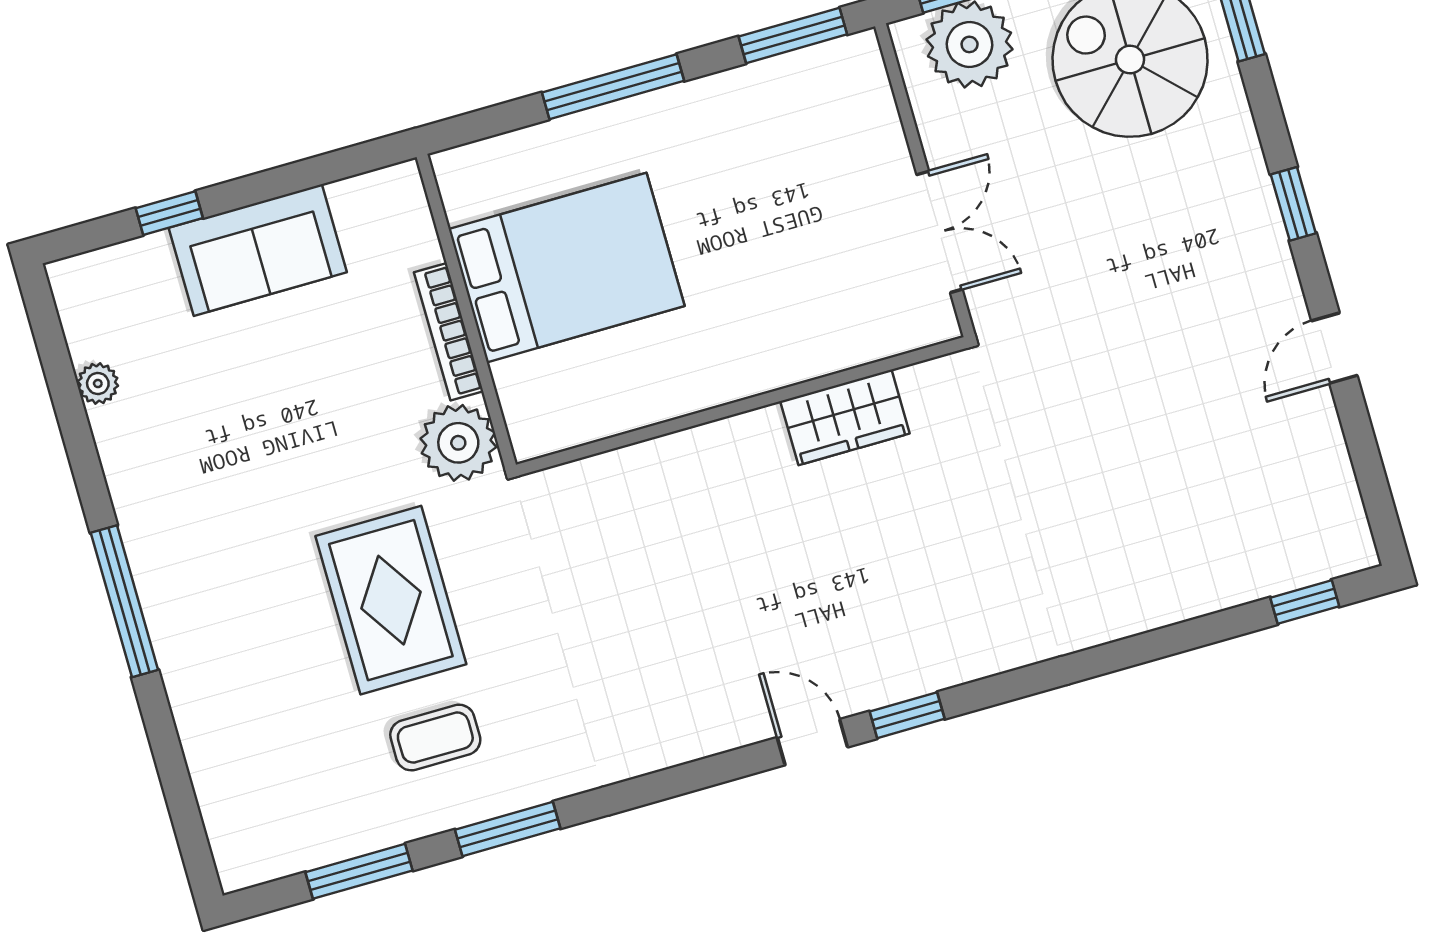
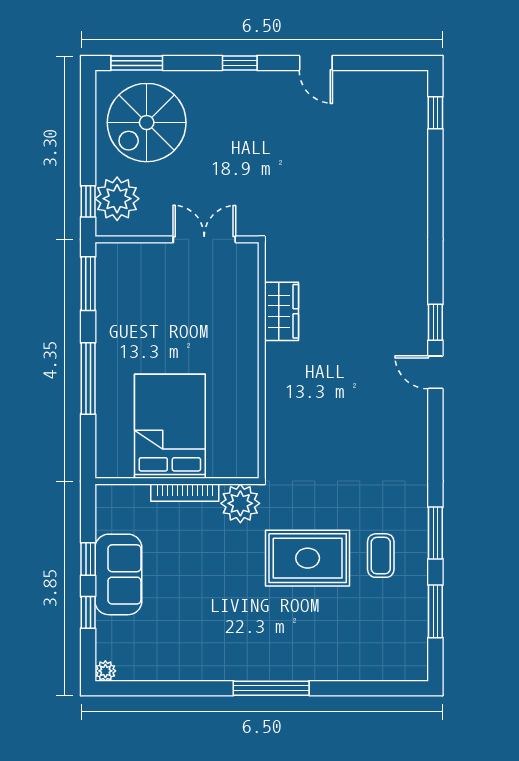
window: (270, 184) -> (88, 559), added
plant: (98, 383) -> (105, 671), moved
door: (812, 742) -> (435, 372), hinge flipped

